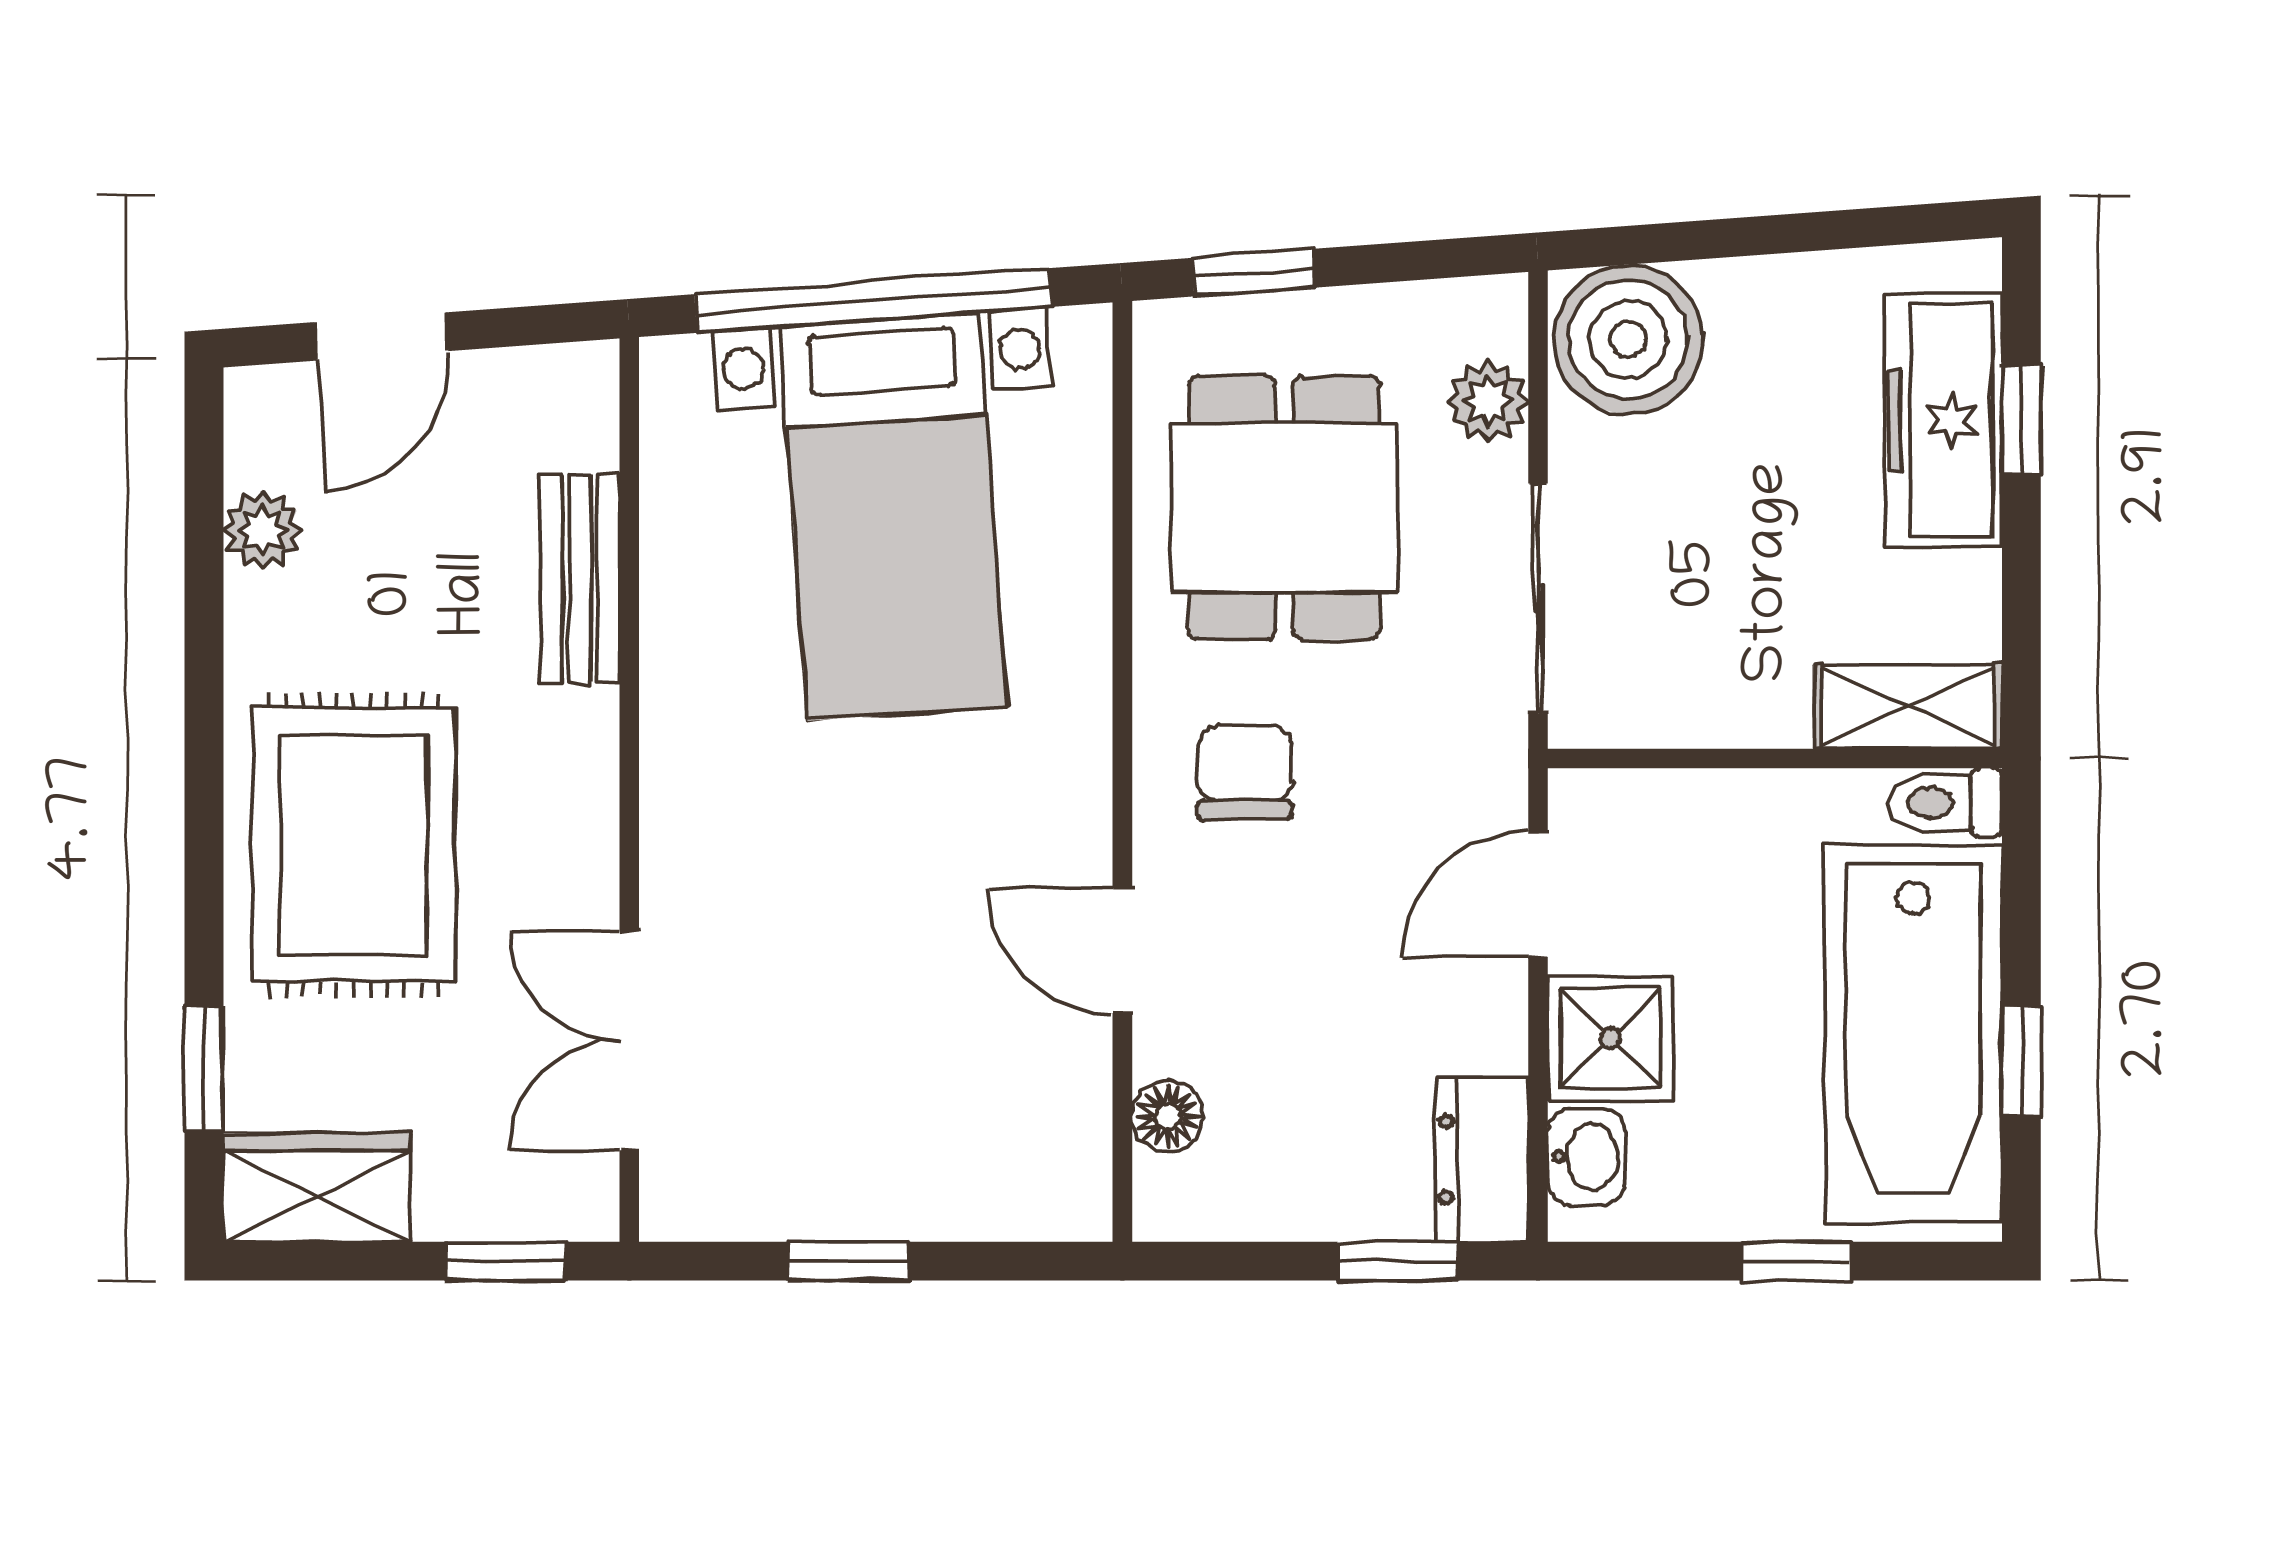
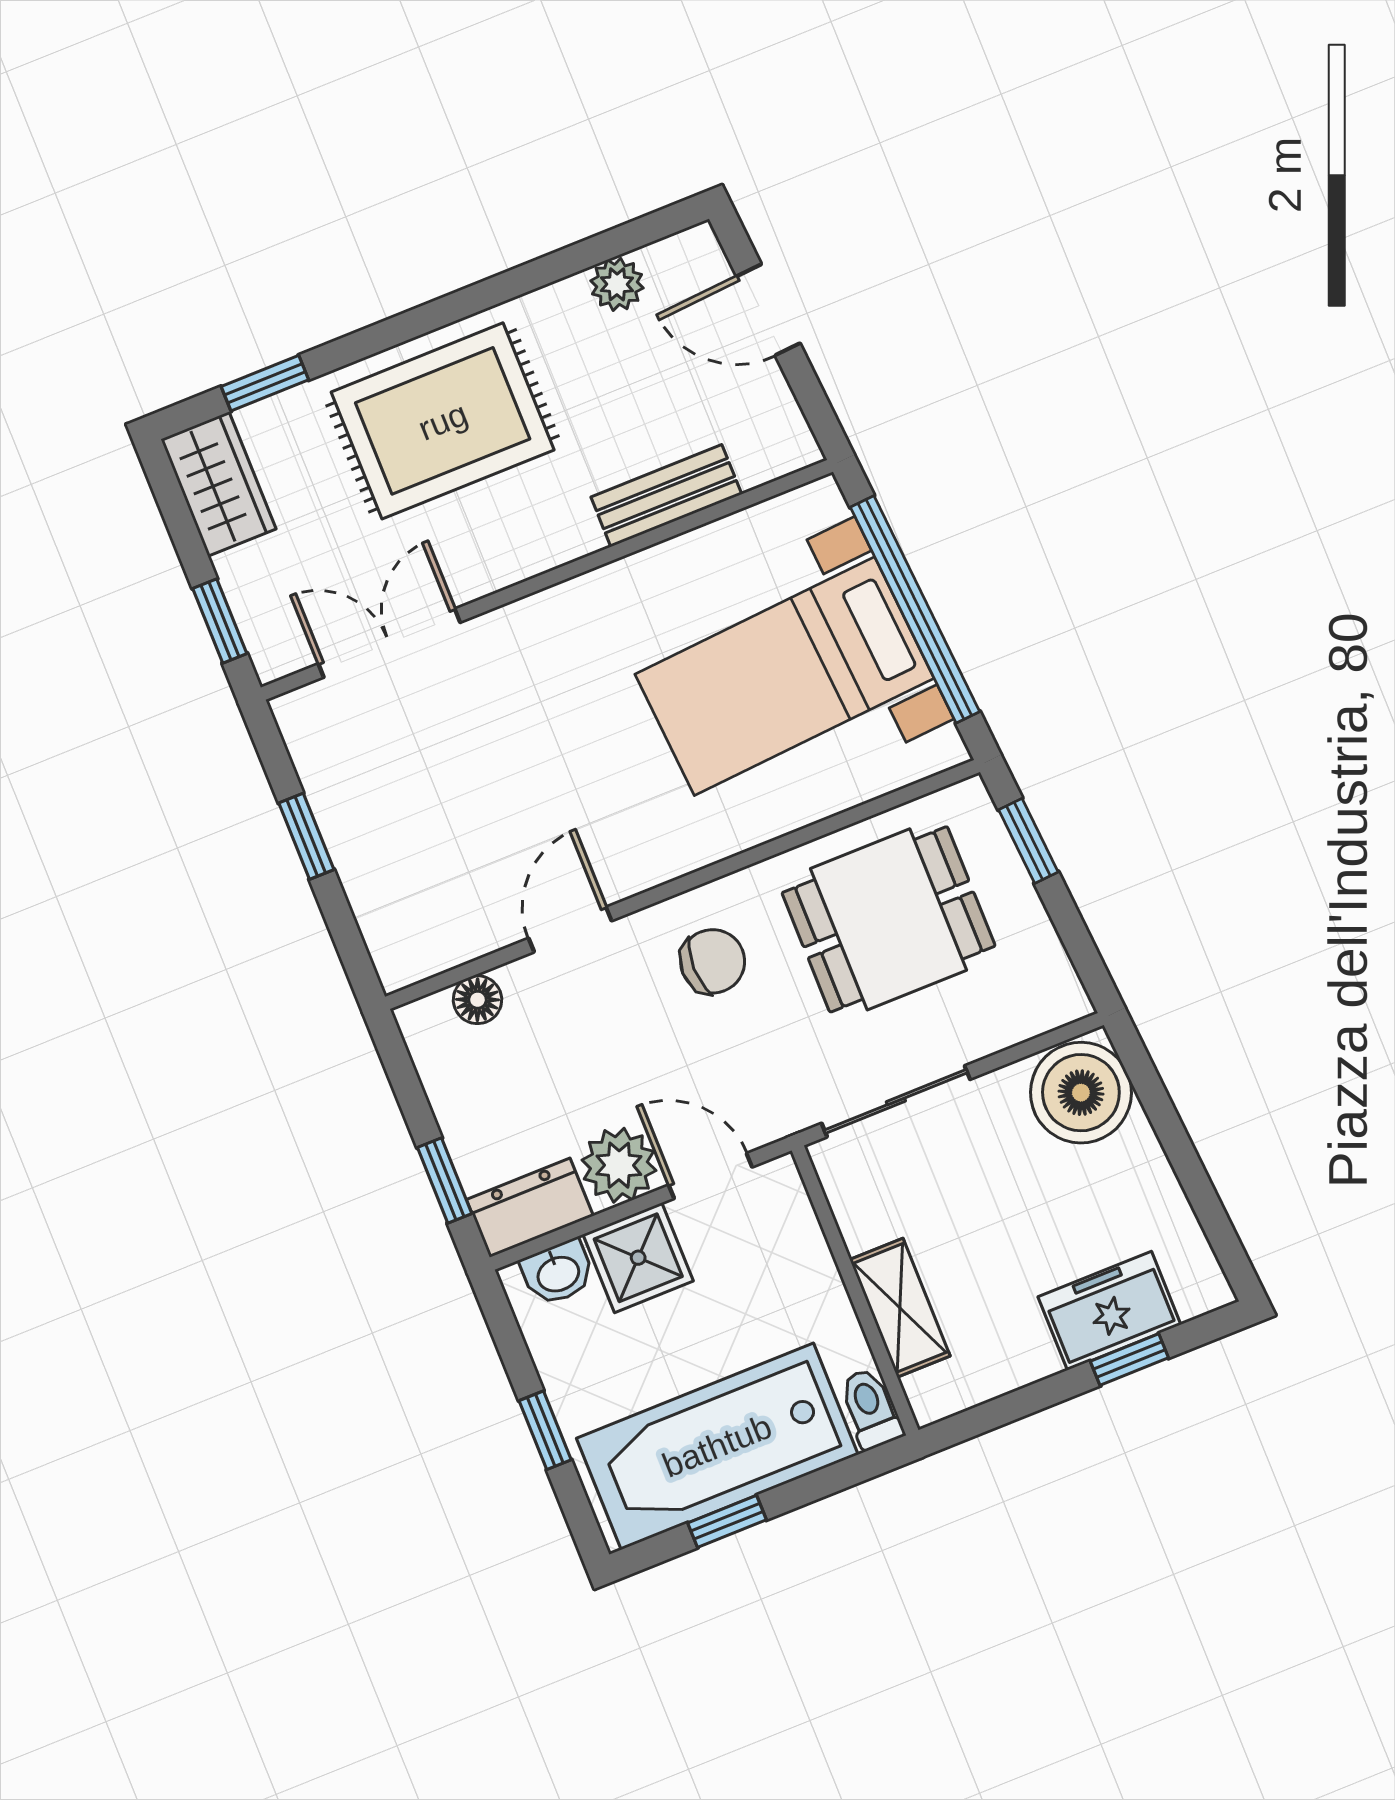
plant: (1488, 401) -> (619, 1165), moved, width x1.38, depth x1.38
freezer: (1943, 421) -> (1109, 1311), width x0.71
shelving: (1908, 706) -> (900, 1308), moved

